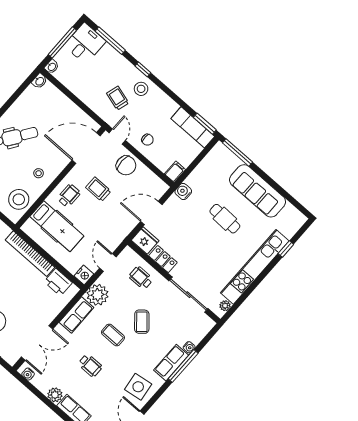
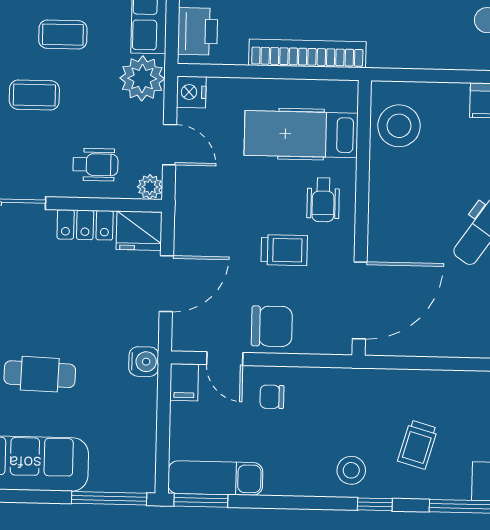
trolley: (118, 98) -> (418, 445), moved, turned 90
door: (117, 137) -> (225, 359), moved
chair: (126, 165) -> (272, 326), turned 180
stool: (39, 173) -> (403, 195), removed
plant: (128, 253) -> (150, 187), added
printer: (58, 282) -> (198, 31), moved, turned 90
coffee table: (142, 322) -> (34, 95), turned -49

